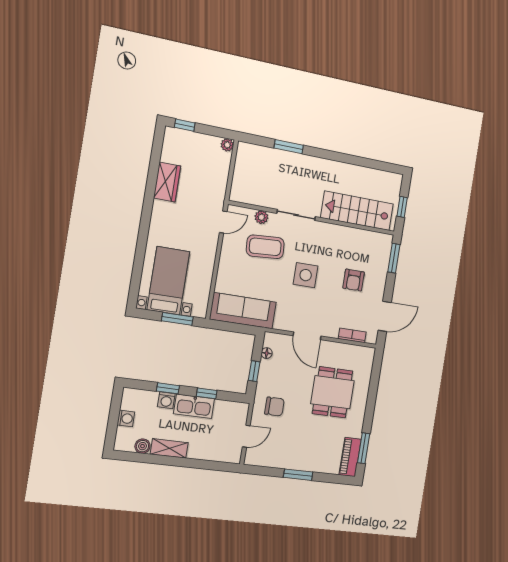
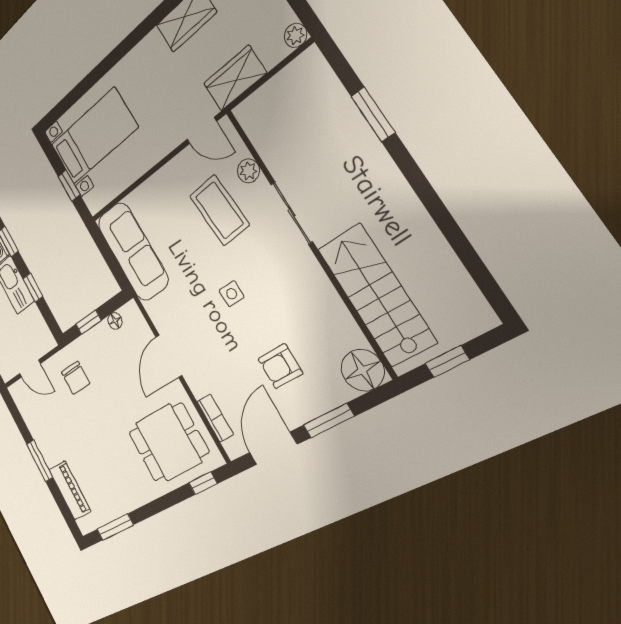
wardrobe: (217, 186) -> (235, 78), added
floor lamp: (381, 244) -> (363, 370), added
window: (394, 258) -> (329, 421), moved
side table: (306, 275) -> (232, 294), width x0.54, depth x0.54
door: (385, 316) -> (273, 448), swing flipped
window: (177, 319) -> (69, 186), width x0.67
window: (376, 370) -> (203, 483), added
dining table: (333, 392) -> (168, 442), moved
piano: (350, 457) -> (70, 490), moved, turned 90

